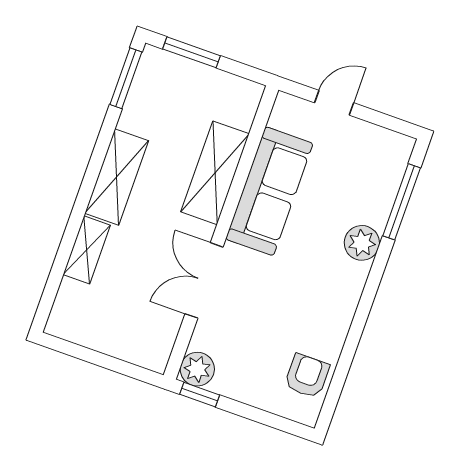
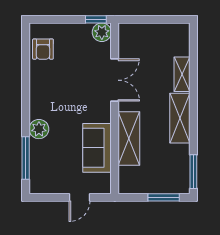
sofa: (269, 191) -> (97, 148), width x0.73

